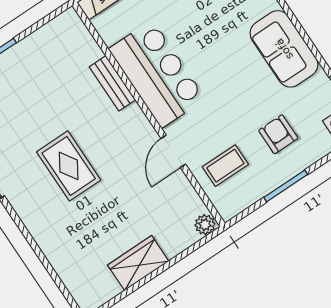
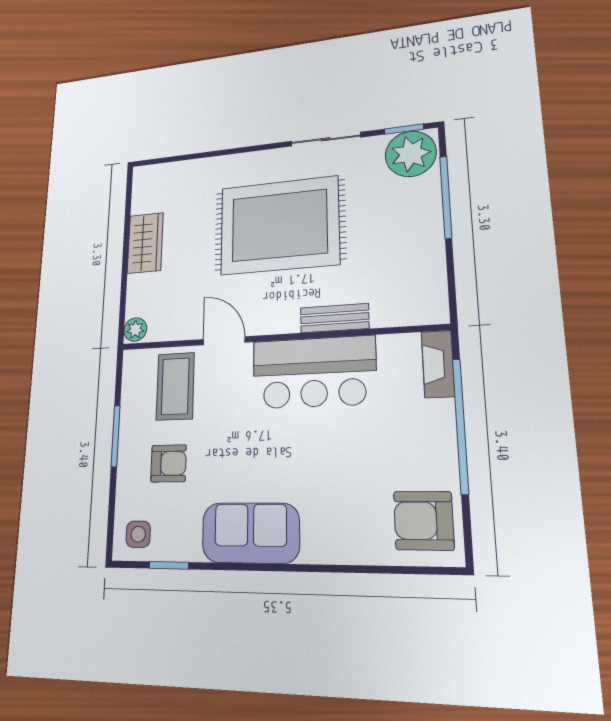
rug: (69, 166) -> (279, 225), width x1.86, depth x2.06
coffee table: (225, 166) -> (175, 386), width x1.36, depth x1.30

